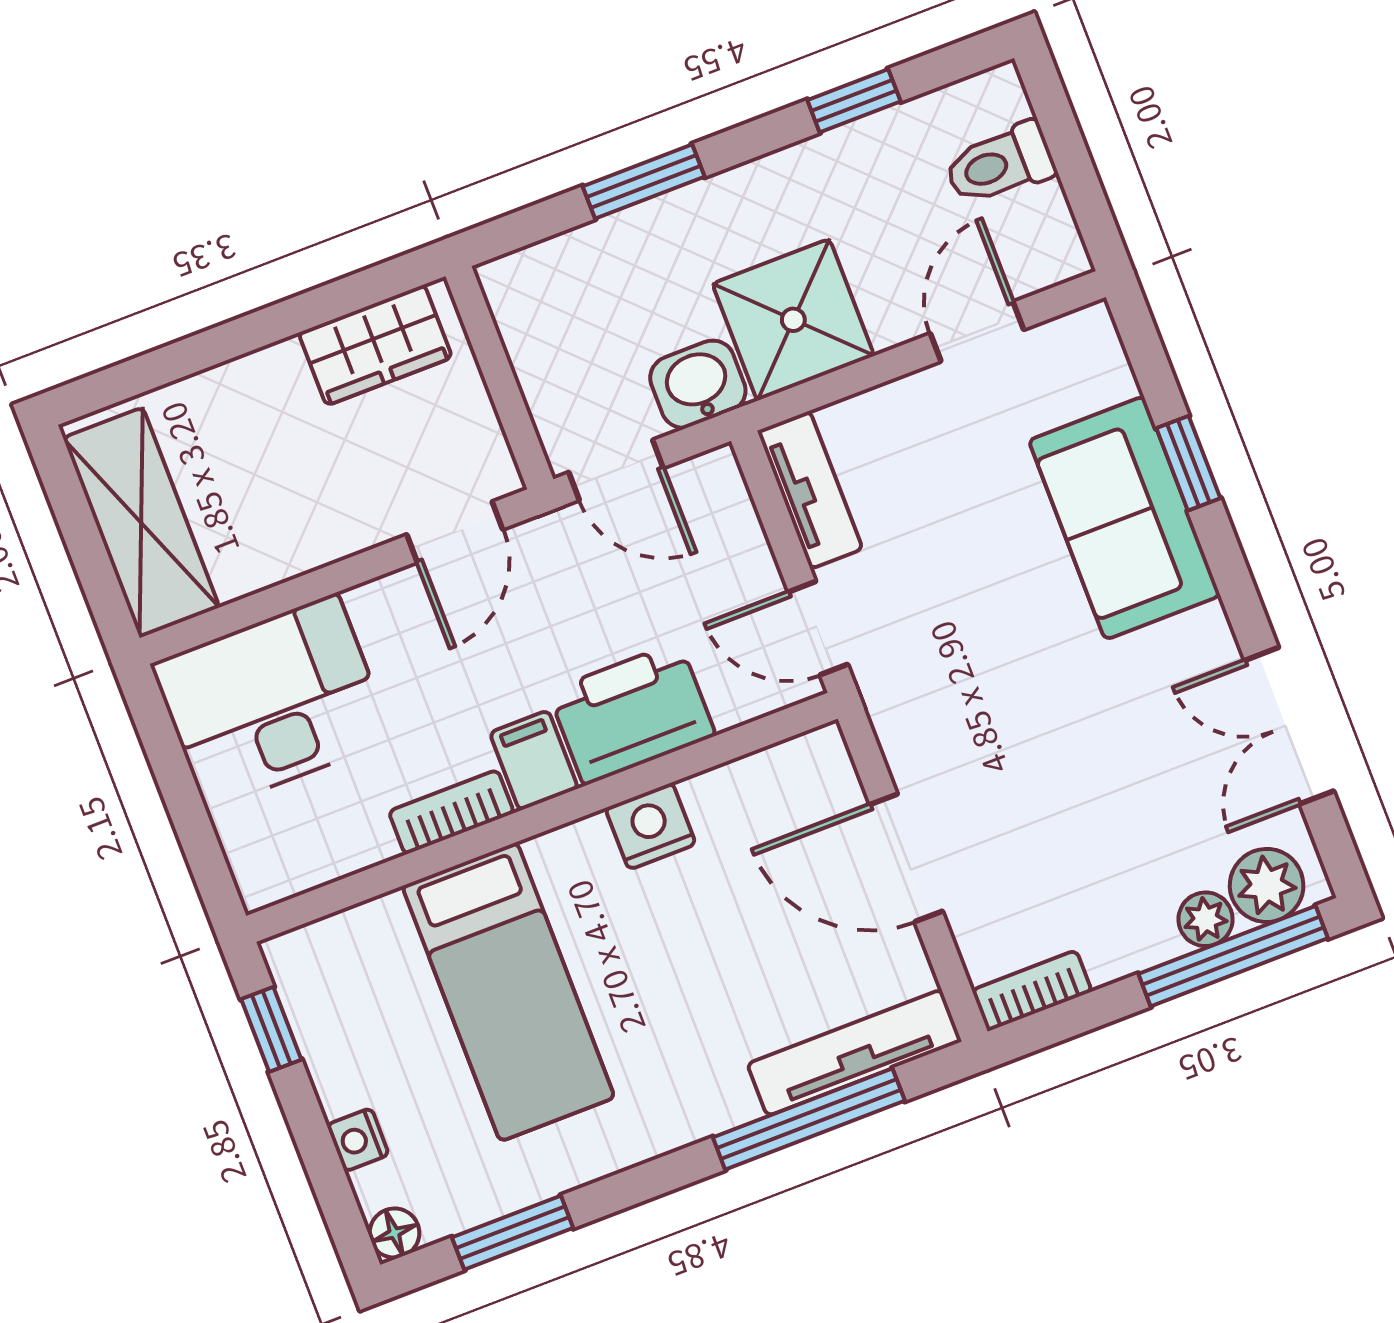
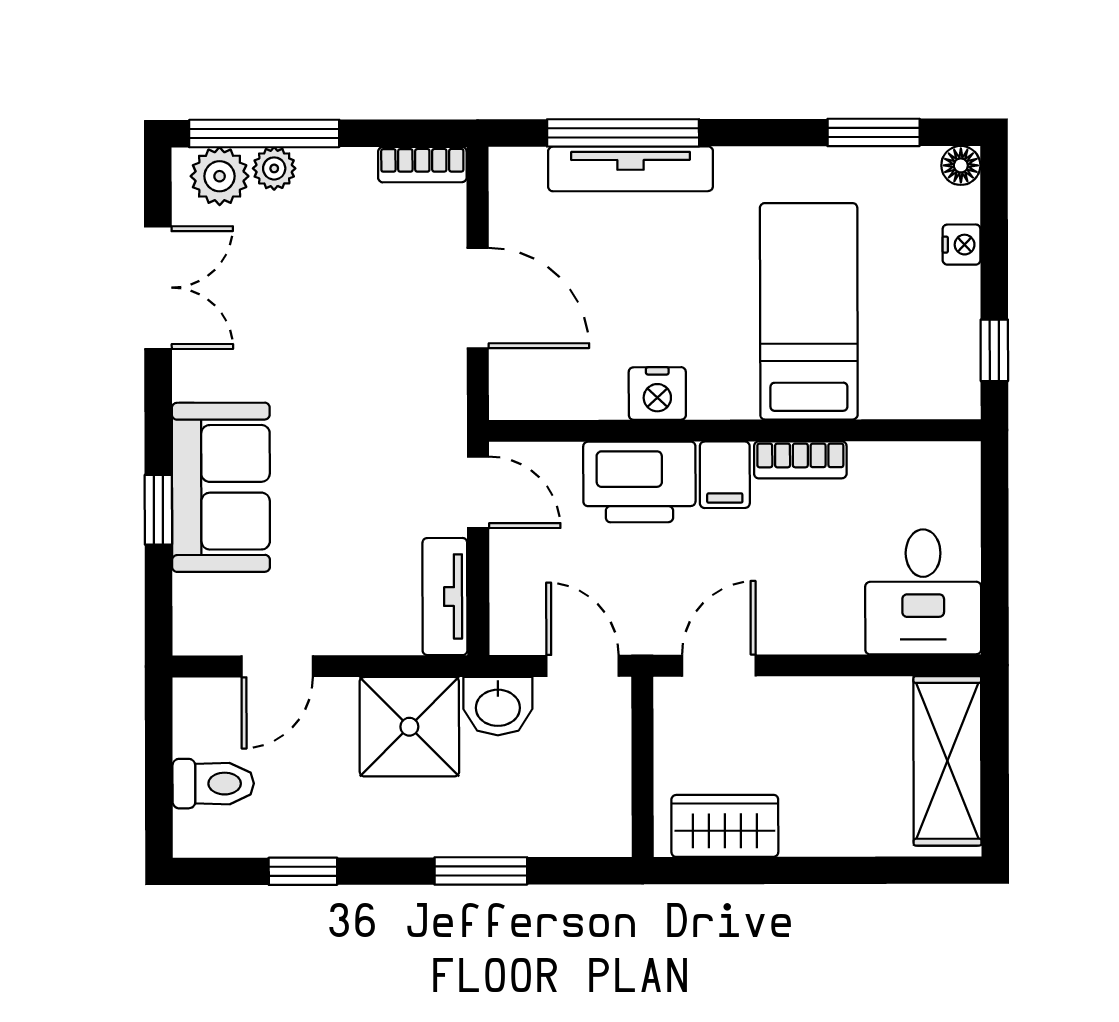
desk: (272, 702) -> (923, 592), width x0.73
tv unit: (854, 1053) -> (631, 169), moved

